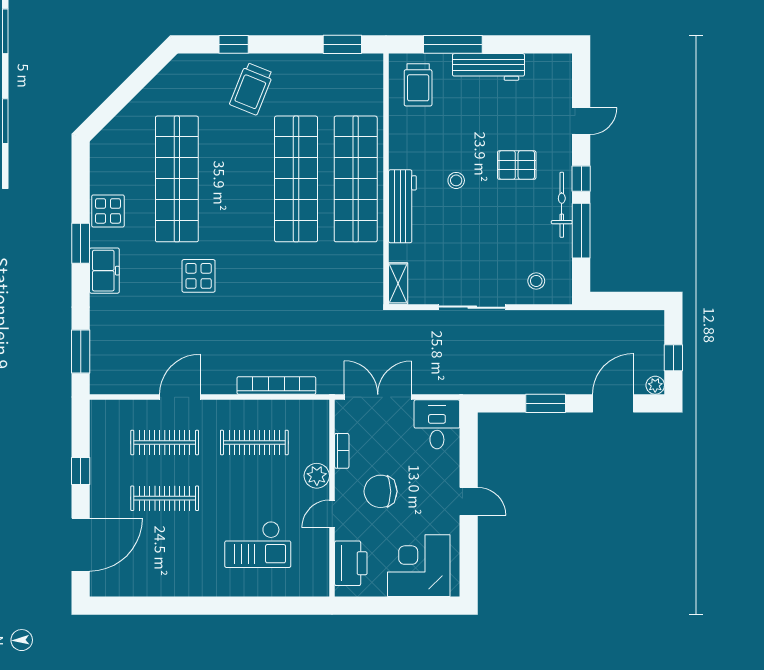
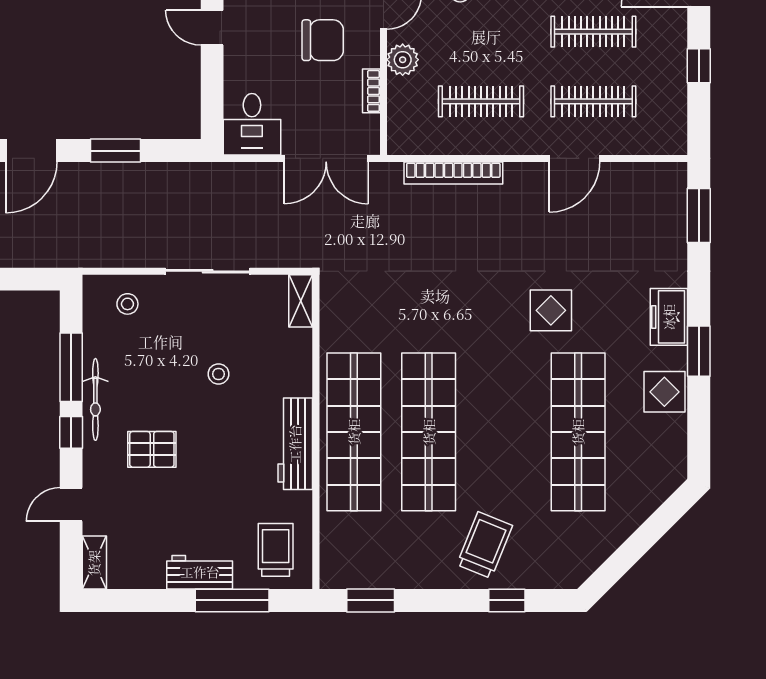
workbench: (488, 67) -> (200, 572), width x0.73
shelving: (563, 75) -> (94, 563), added
stool: (456, 180) -> (218, 374), moved
workbench: (402, 206) -> (295, 444), moved

